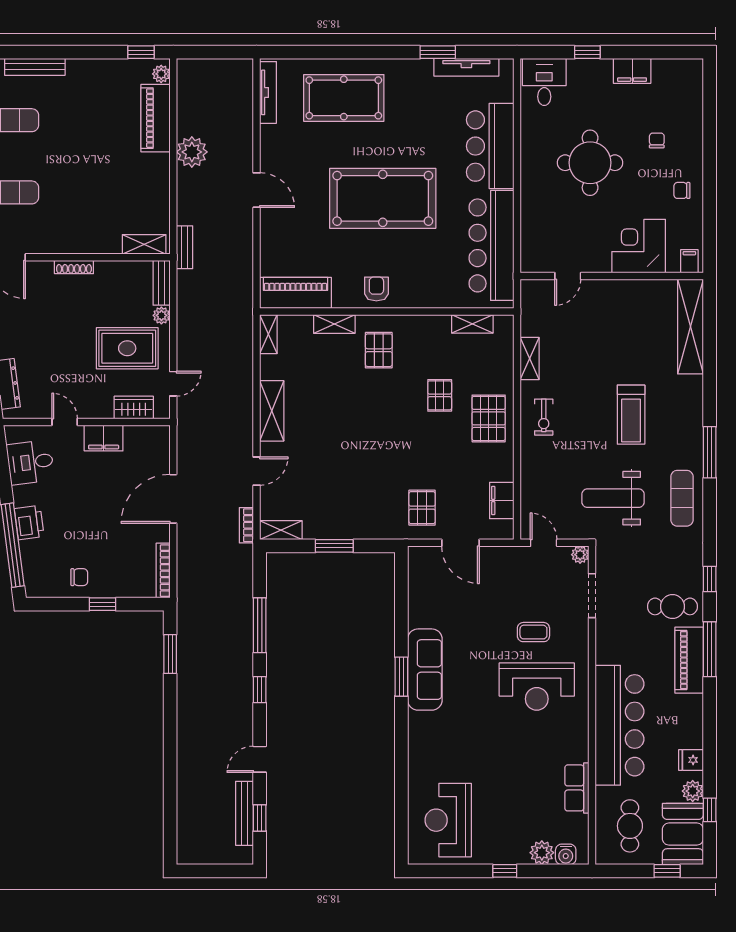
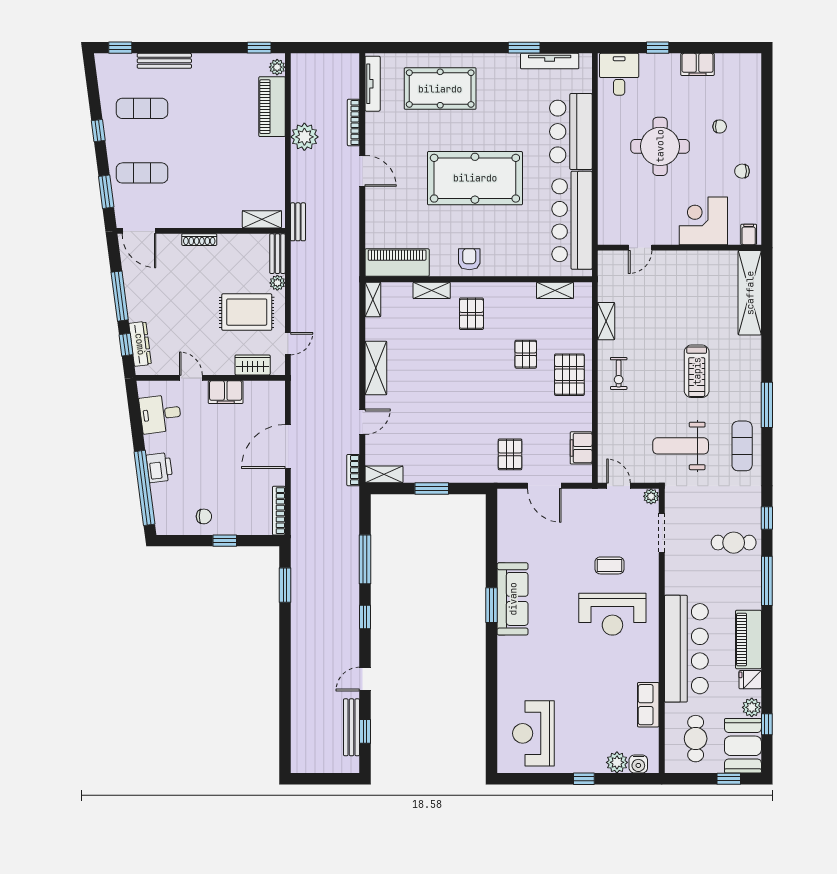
bookcase: (247, 136) -> (353, 123), added
chair: (657, 140) -> (720, 127), turned 90
piano: (689, 660) -> (749, 639), moved

